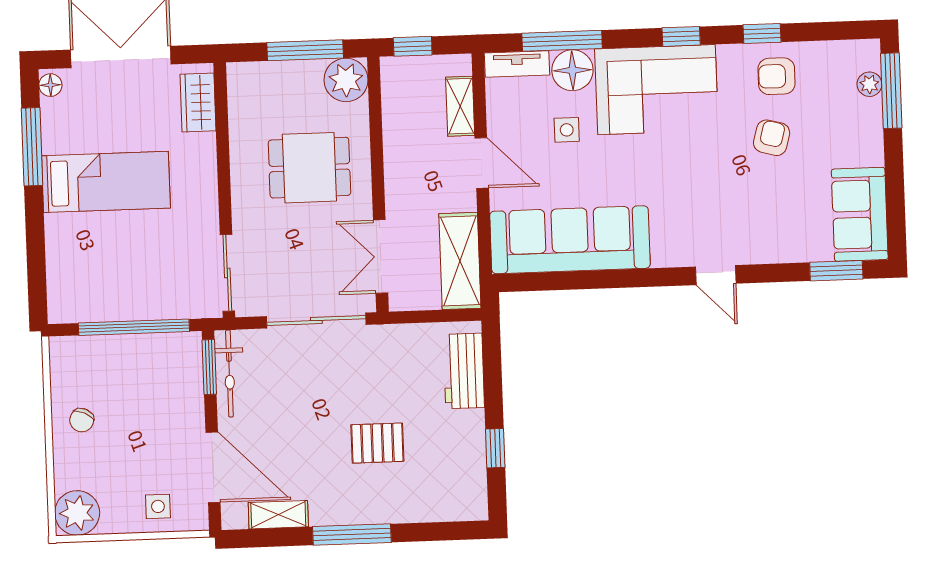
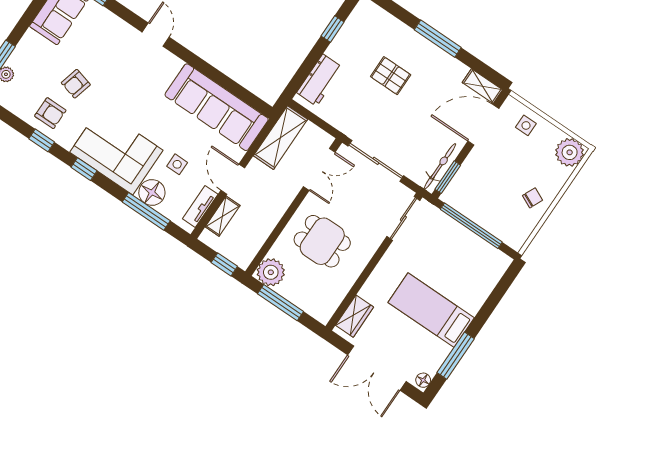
tv unit: (517, 64) -> (200, 206), moved, turned -90
door: (213, 467) -> (483, 125), hinge flipped
shelving: (278, 515) -> (482, 86), moved

